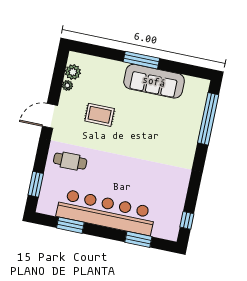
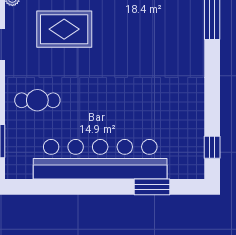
rug: (100, 115) -> (64, 29), width x1.36, depth x1.43
window: (70, 225) -> (56, 187), removed

